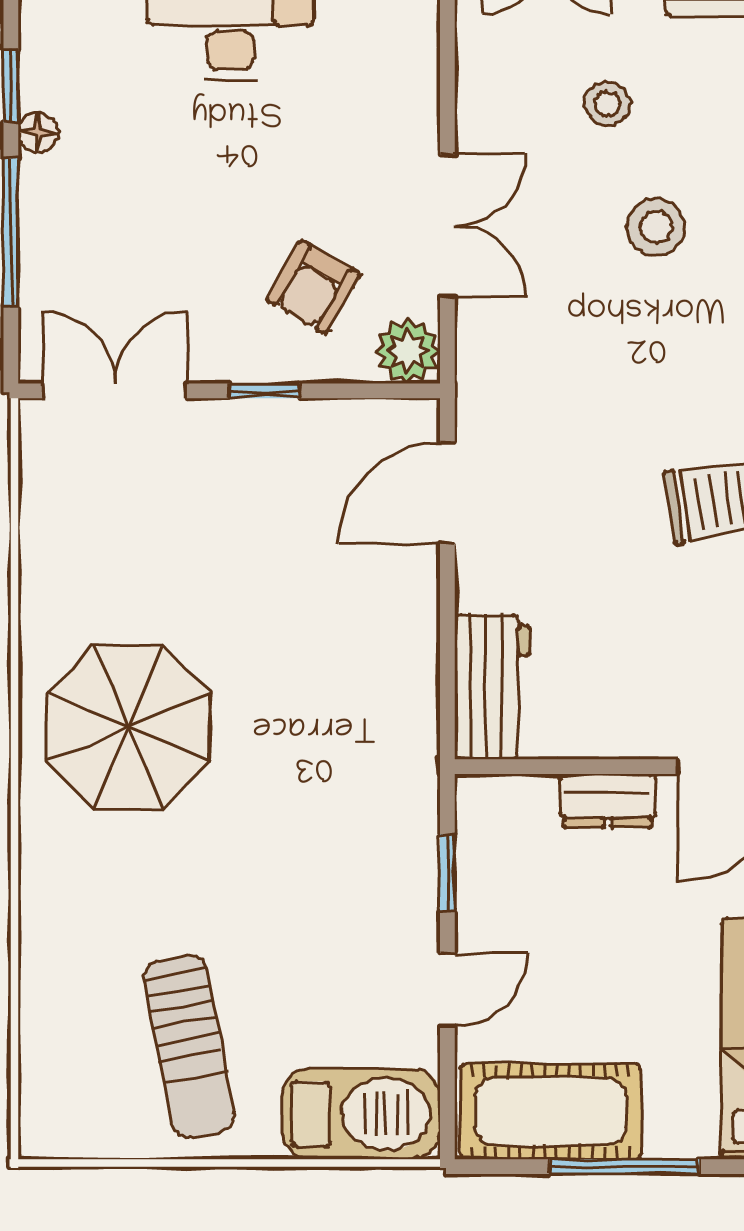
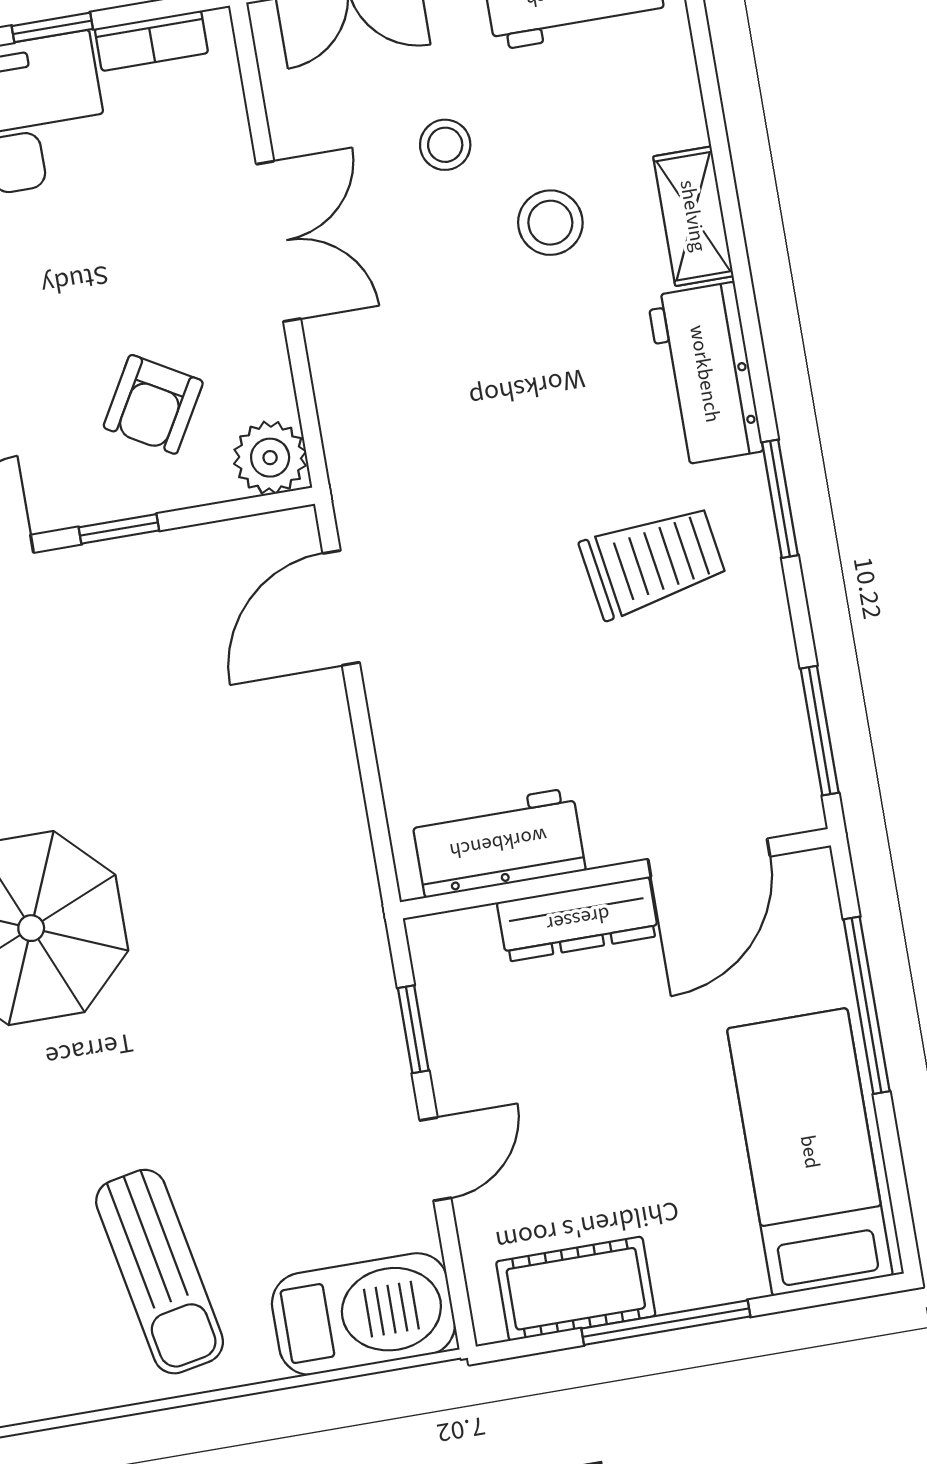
double door: (447, 226) -> (279, 241), moved
stool: (656, 227) -> (550, 223), moved
workbench: (492, 687) -> (498, 843), moved, turned -90
dresser: (608, 801) -> (578, 919), width x1.44
cot: (551, 1111) -> (576, 1289), width x0.73, depth x0.75

